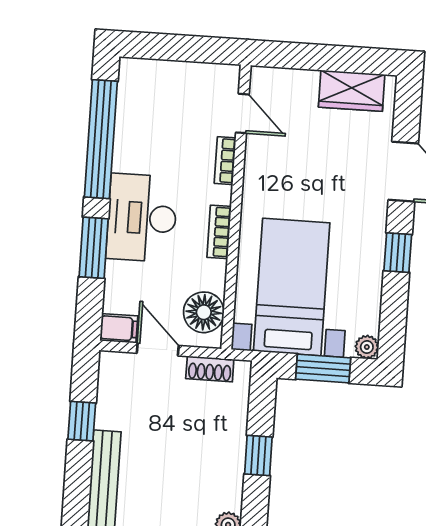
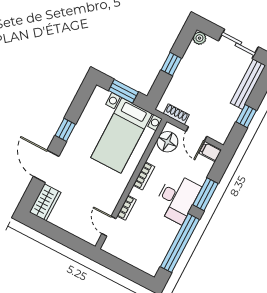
wardrobe: (352, 91) -> (45, 202), moved, turned 90
plant: (367, 347) -> (99, 92), removed

